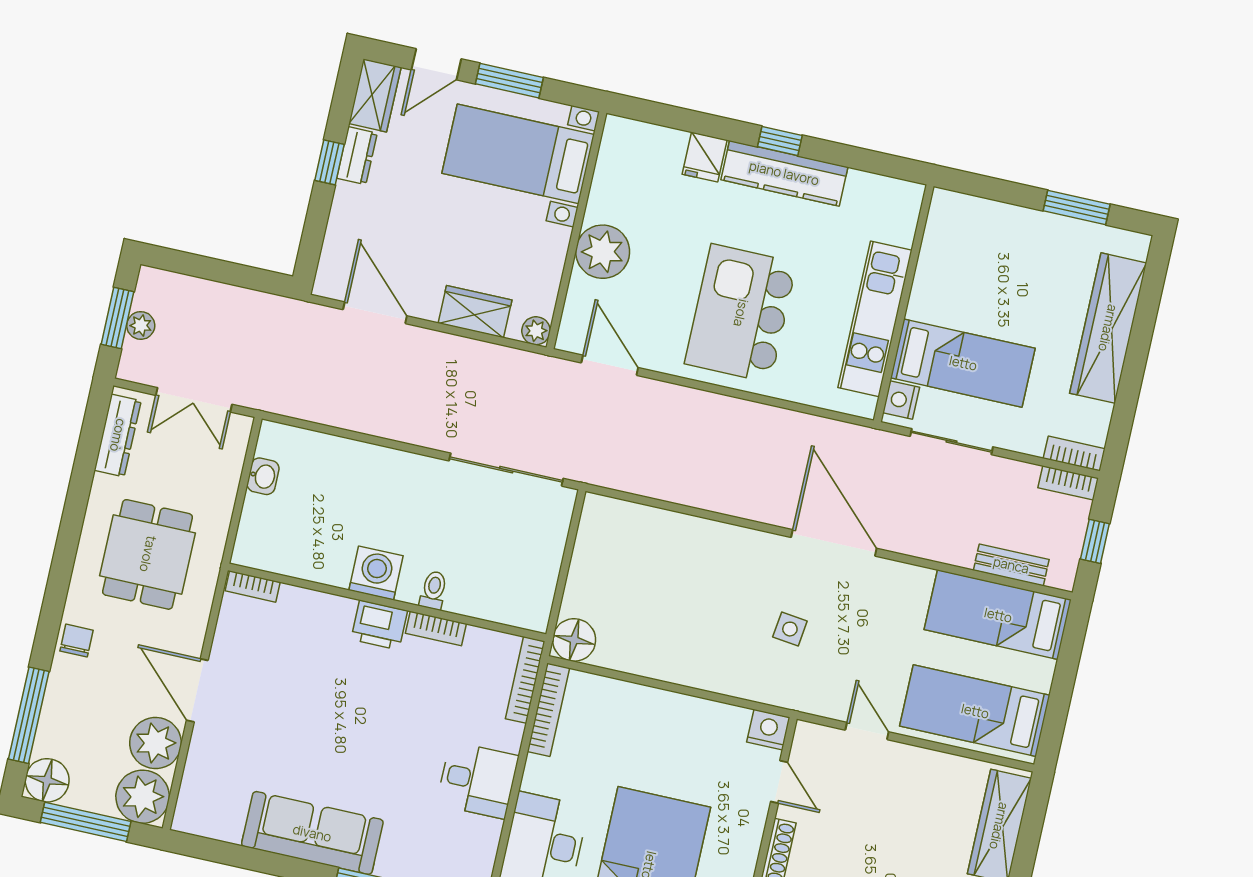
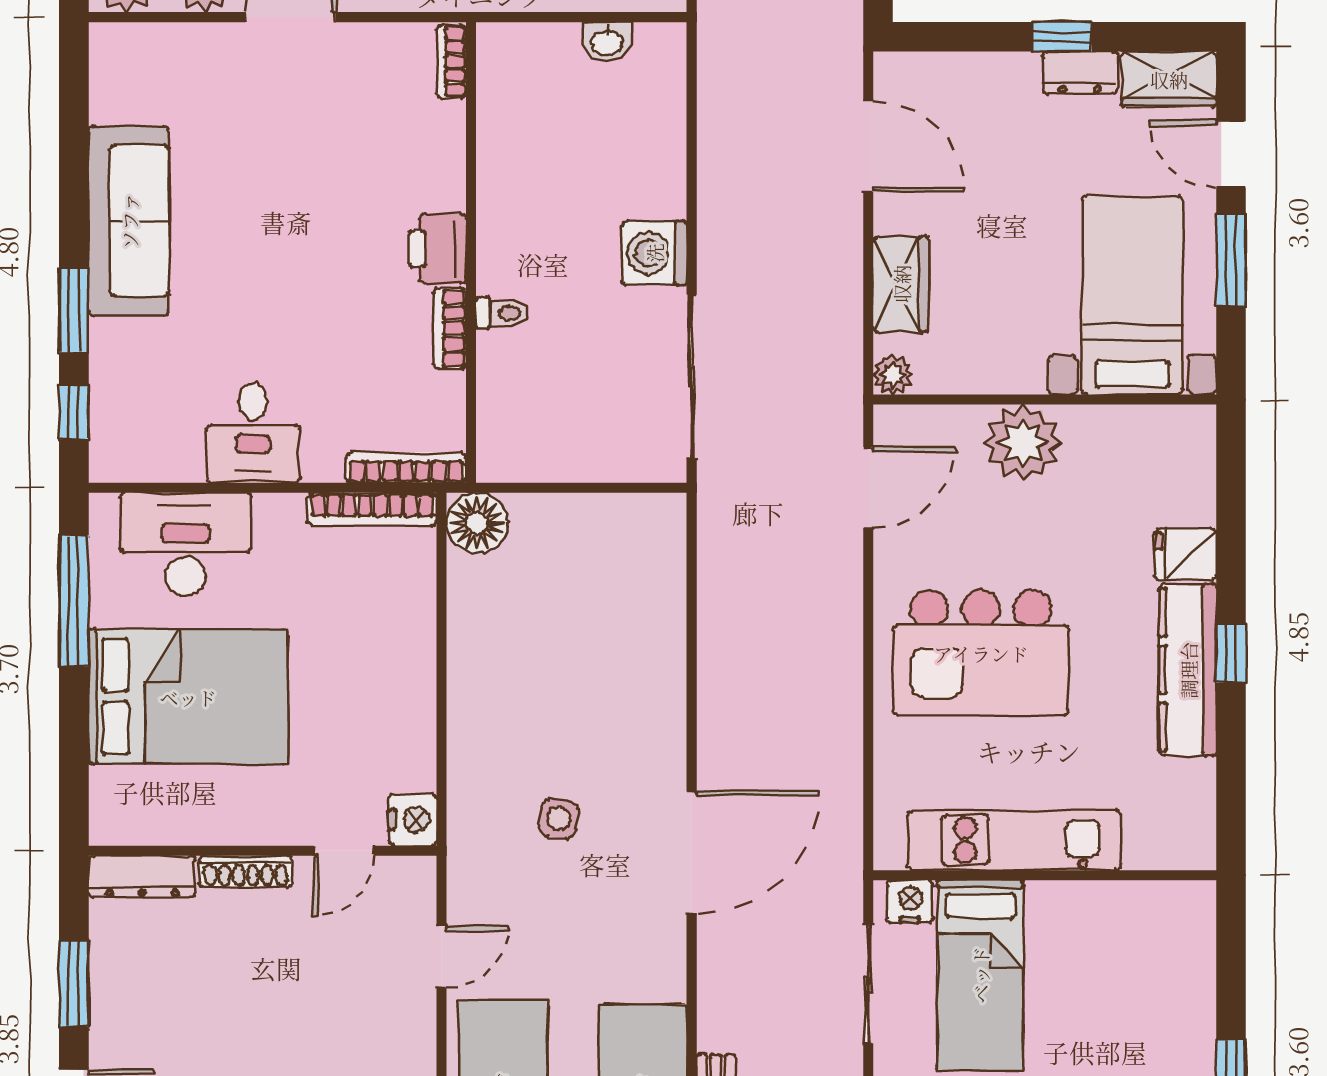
door: (375, 313) -> (868, 146), hinge flipped
kitchen island: (741, 313) -> (981, 653), turned 180
washing machine: (376, 573) -> (654, 253), moved, turned 180

